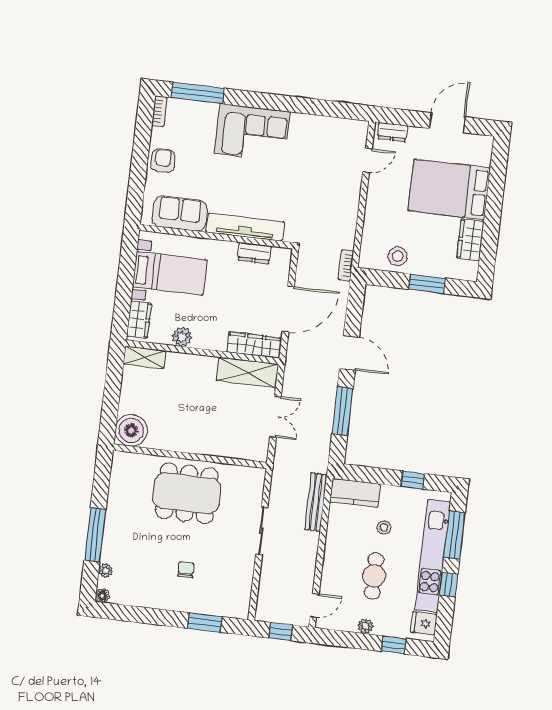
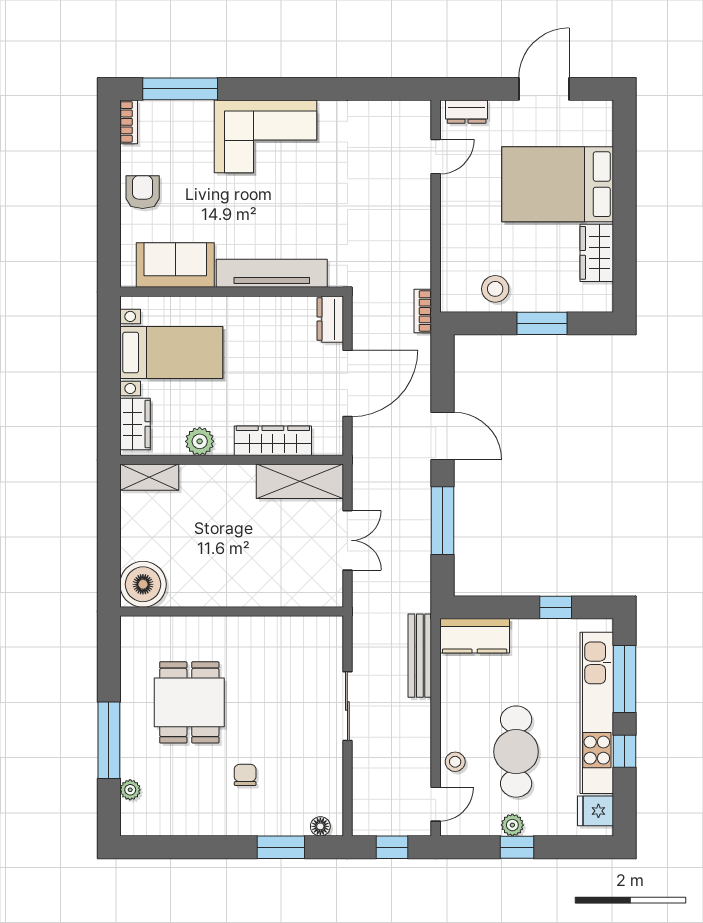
dresser: (254, 253) -> (330, 319), moved, turned 90
wardrobe: (254, 345) -> (273, 441), moved
dining table: (187, 493) -> (189, 702), moved, width x0.73
stool: (384, 528) -> (455, 762), moved
cafe table: (374, 576) -> (516, 752), width x1.37, depth x1.35
floor lamp: (102, 596) -> (320, 826), moved
window: (393, 645) -> (517, 847), moved

